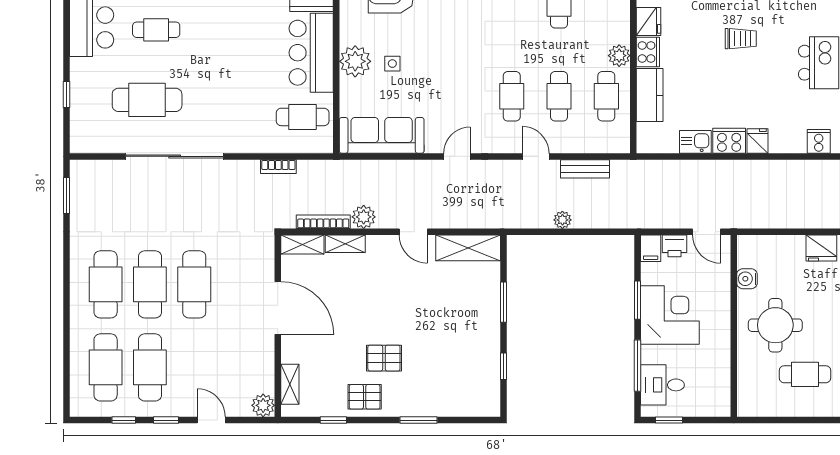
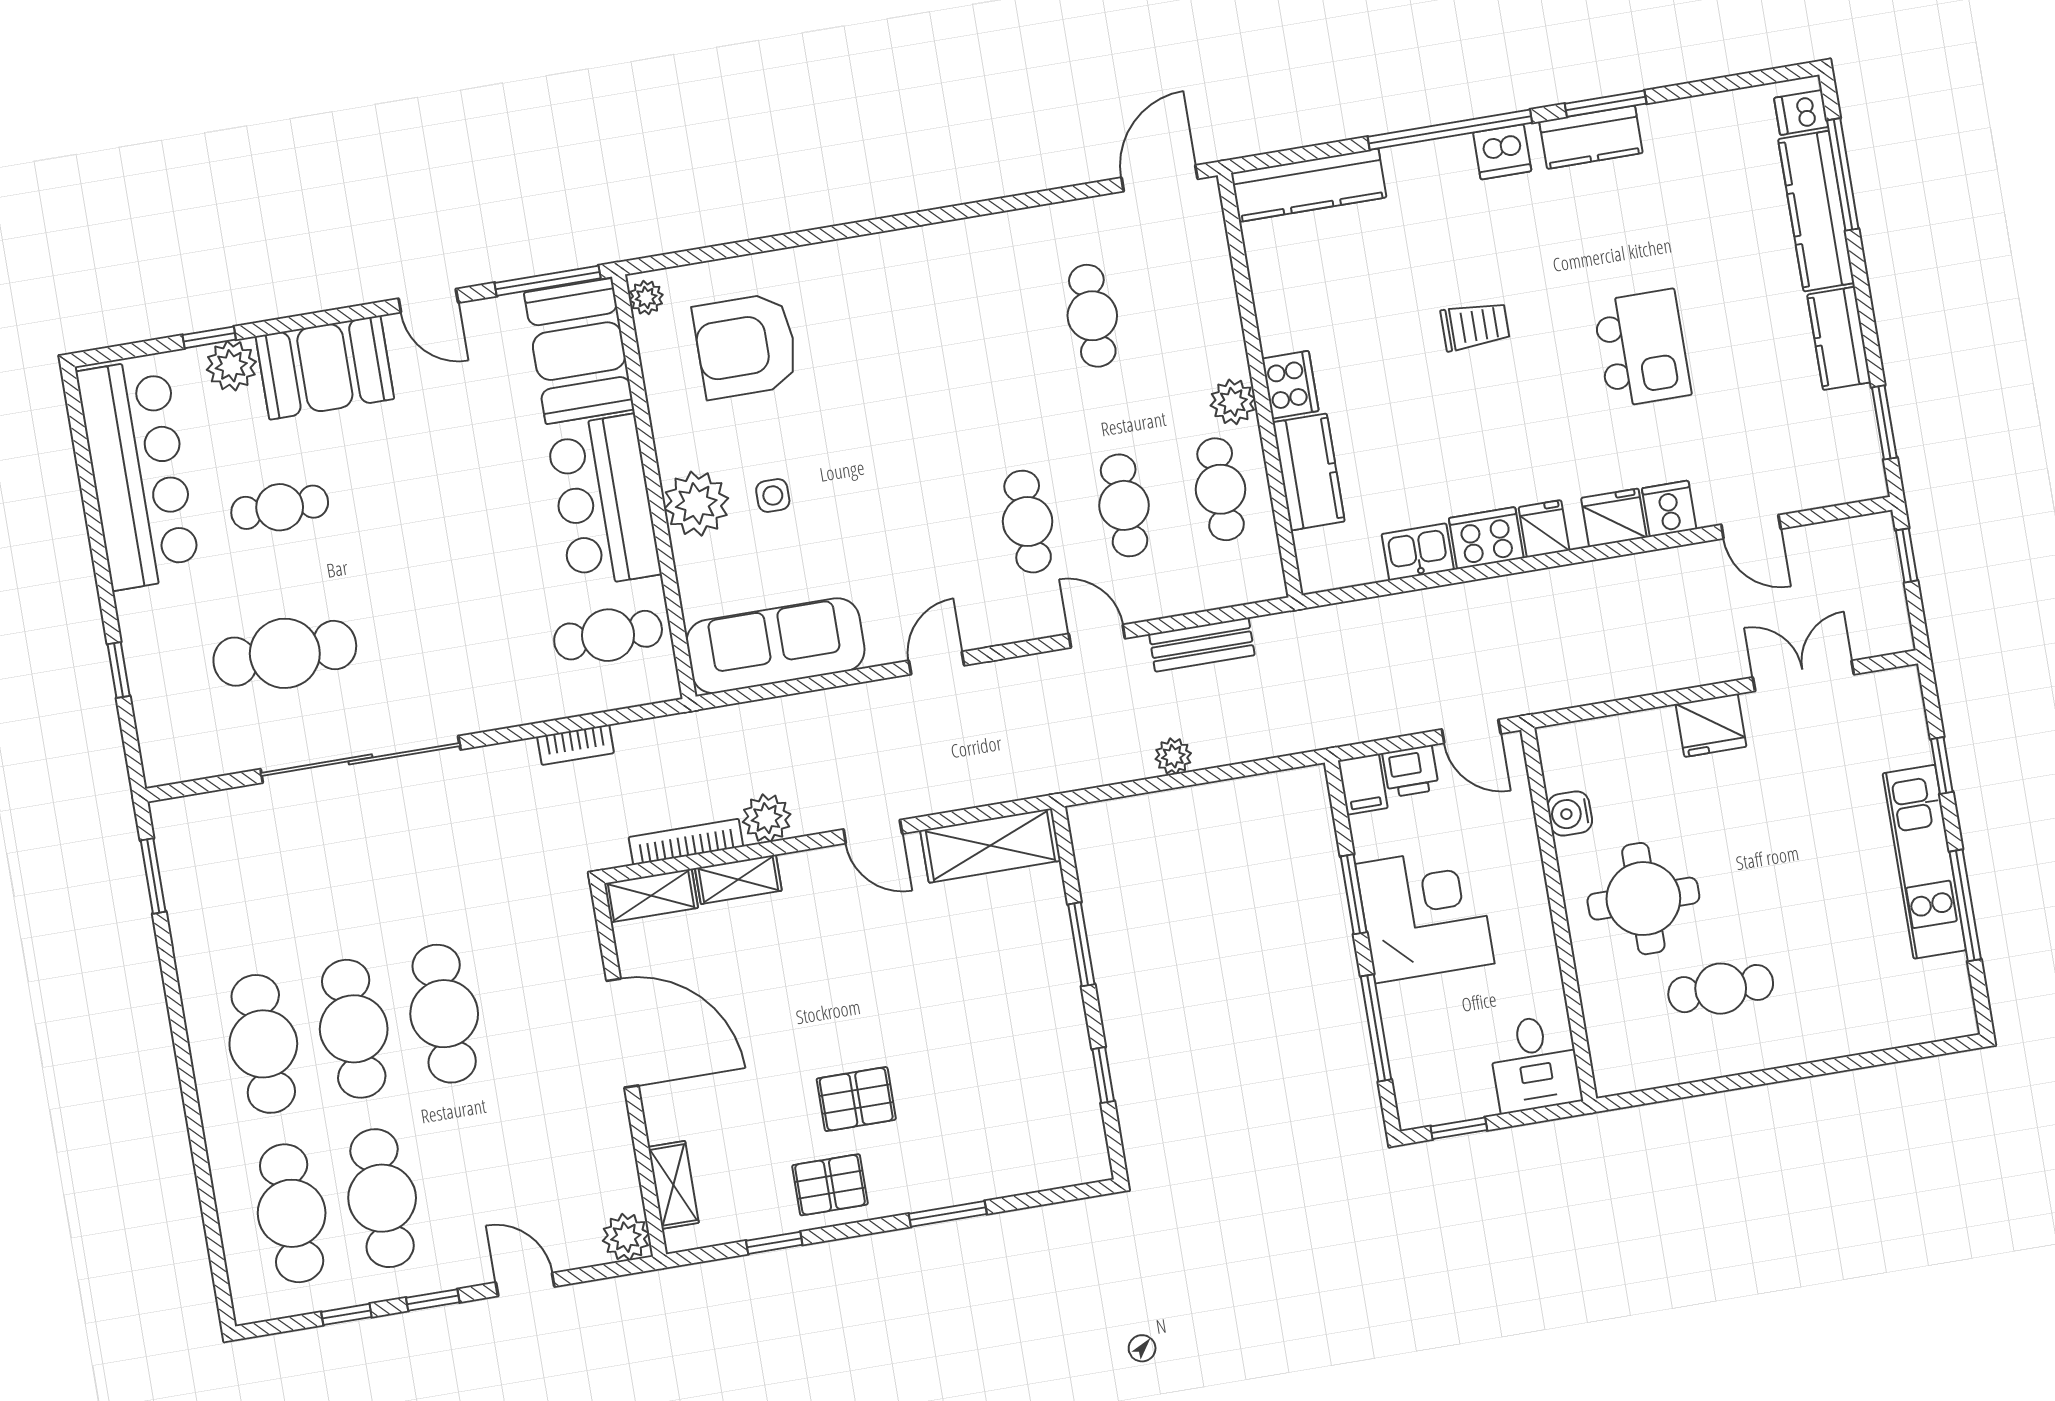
fridge: (649, 21) -> (1614, 518), moved, turned -90
desk: (662, 385) -> (1535, 1063), moved, turned -90

